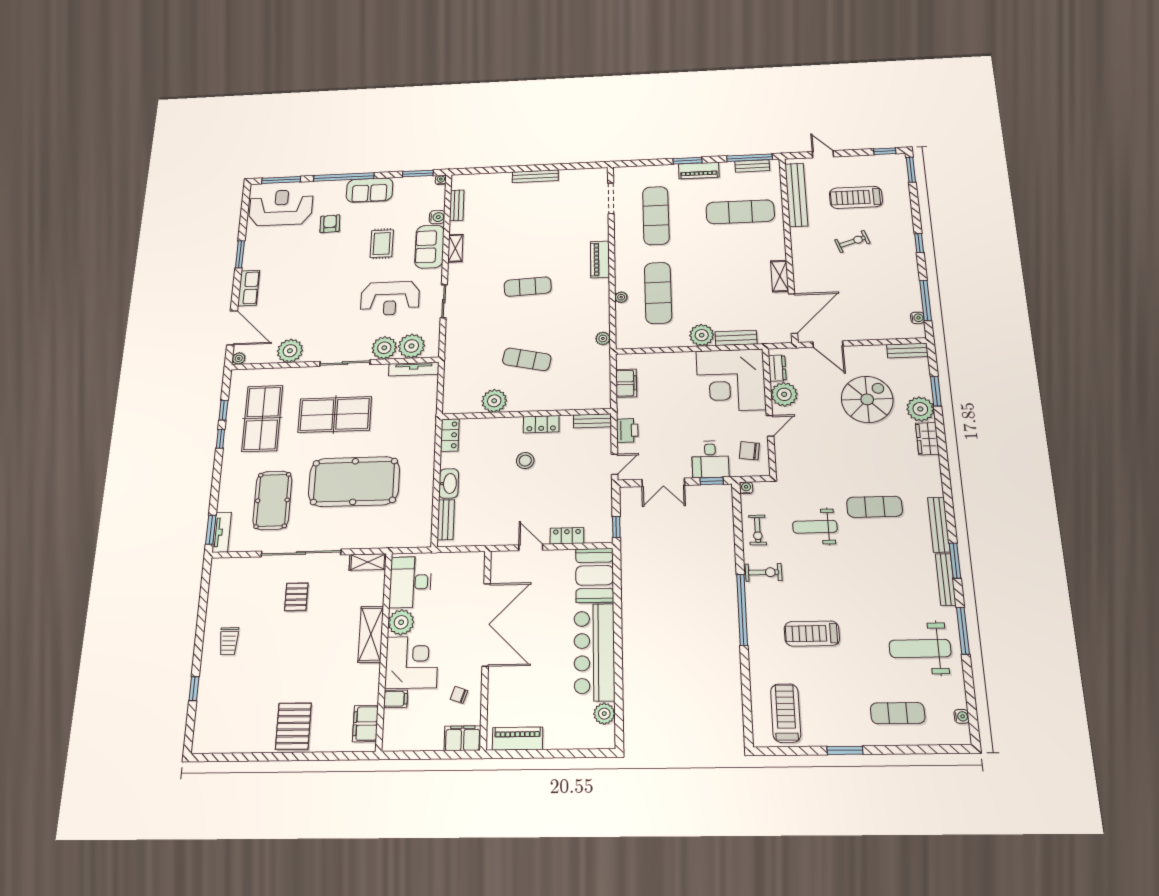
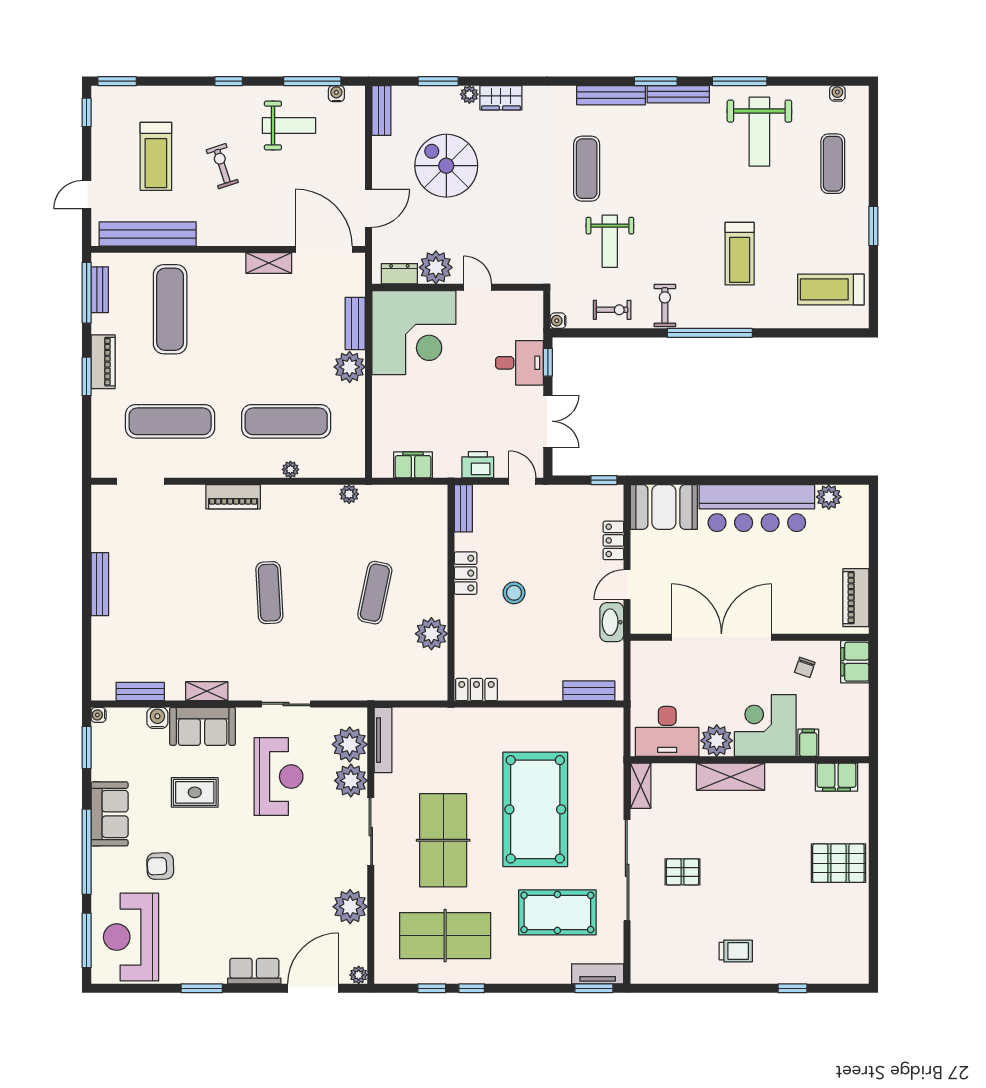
weight bench: (889, 286) -> (289, 126), added
plant: (920, 409) -> (469, 94), width x0.53, depth x0.53
chair: (749, 451) -> (510, 314), removed
washbasin: (449, 483) -> (612, 622), moved, turned -90

